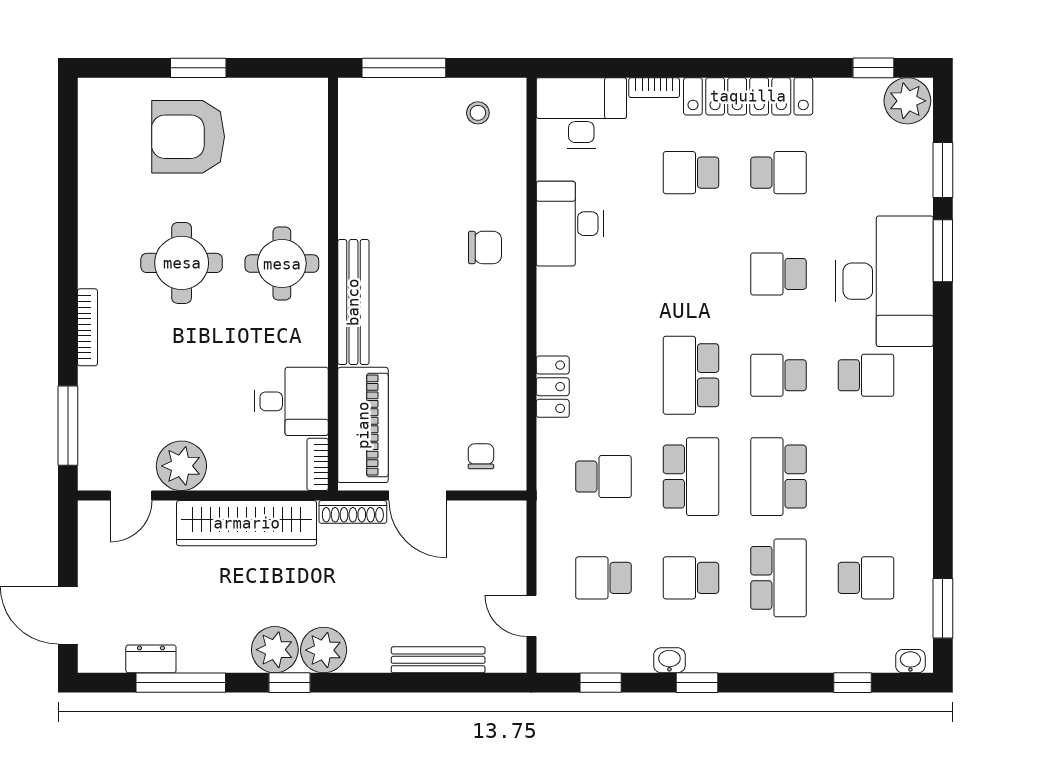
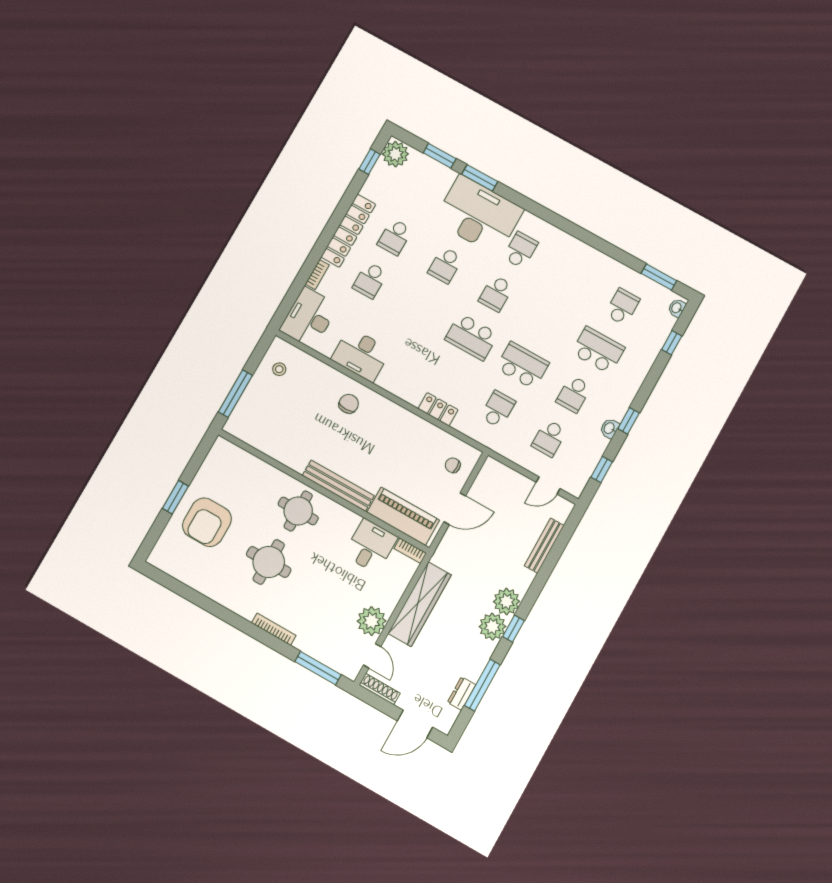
school desk: (778, 173) -> (395, 237), turned 180
school desk: (778, 477) -> (547, 322), removed
shoe rack: (353, 512) -> (380, 689), moved, turned -90

